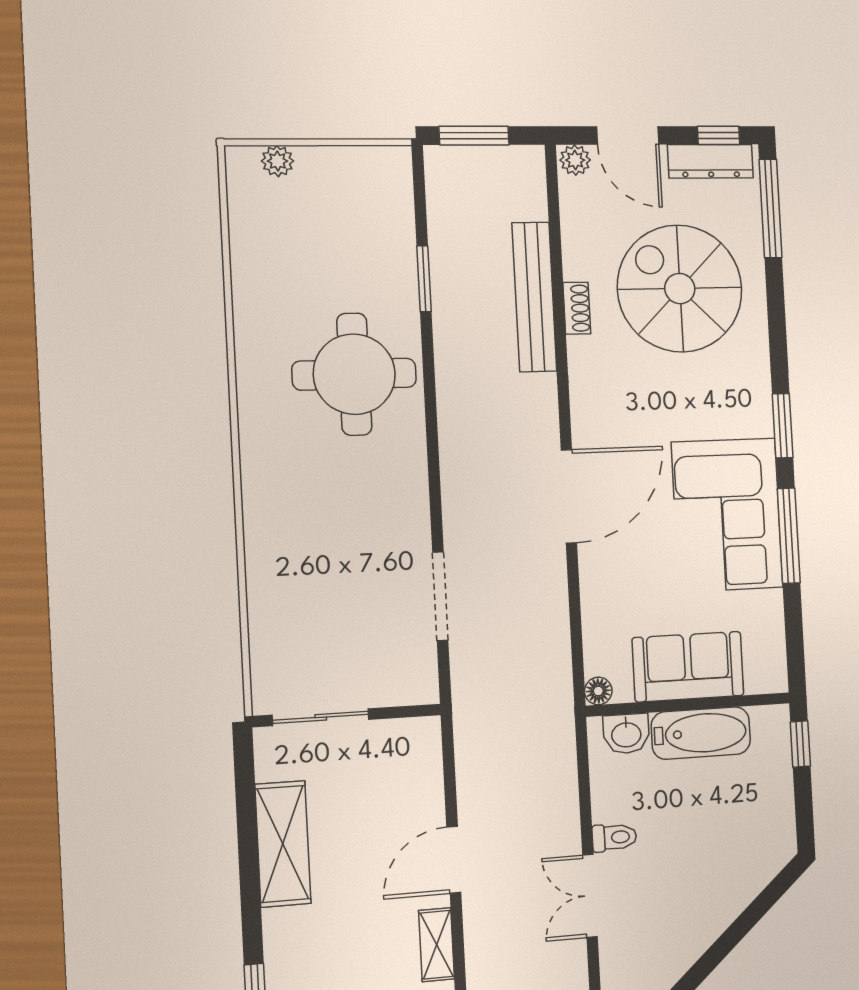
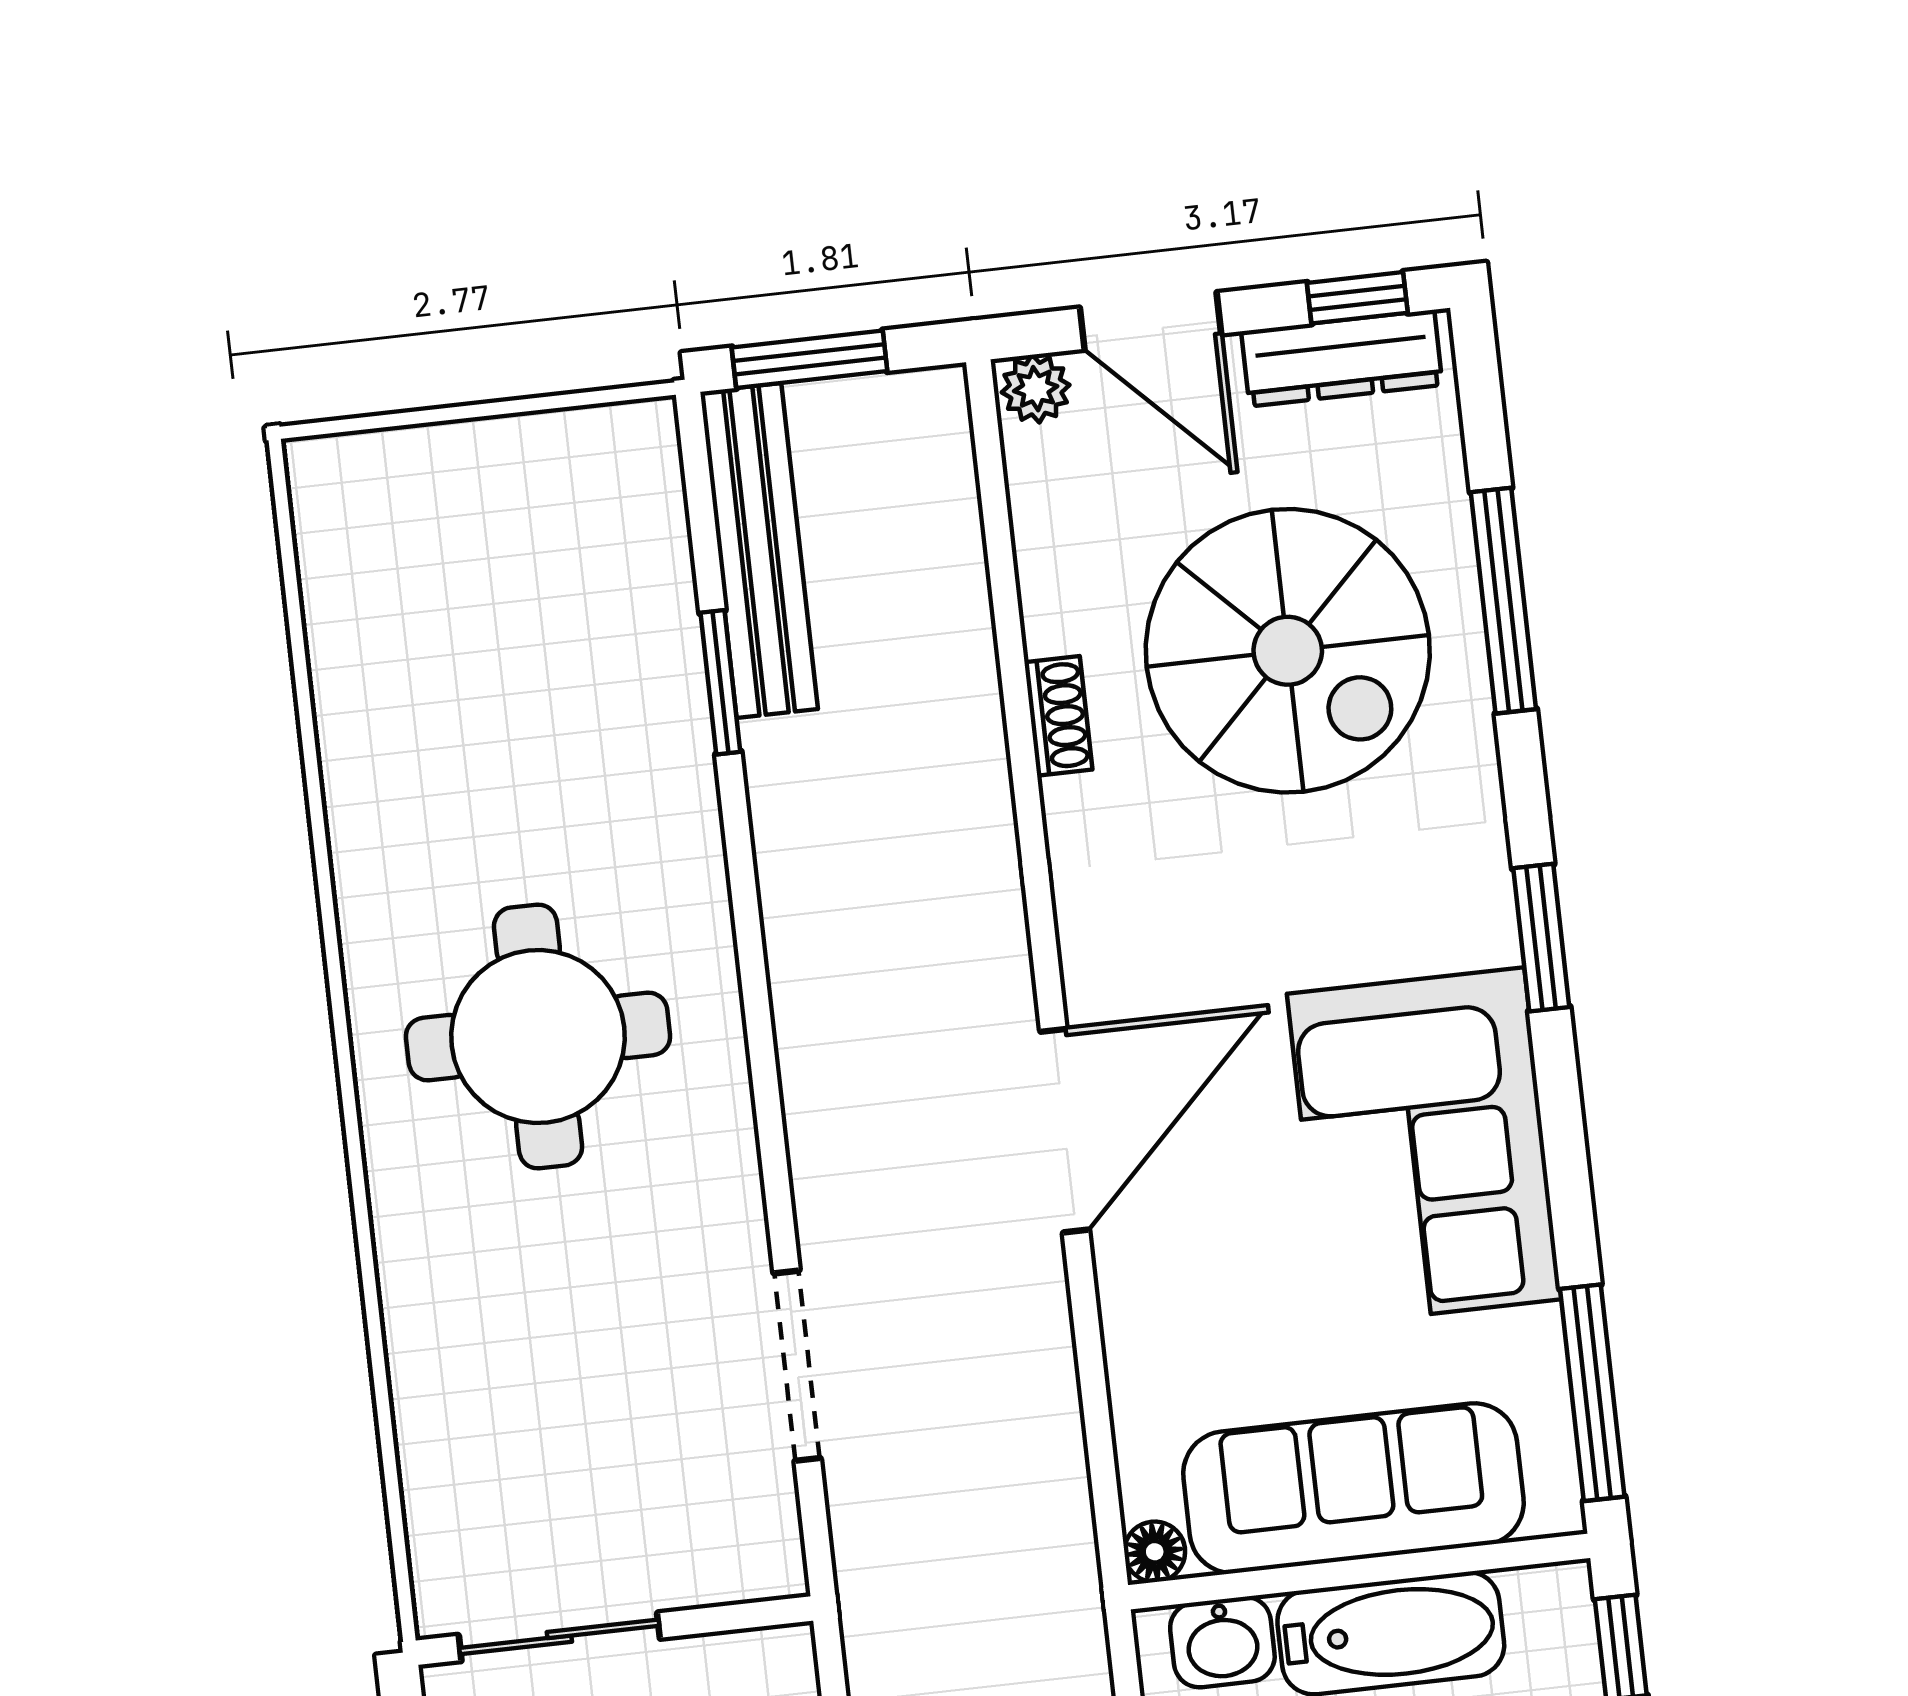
plant: (278, 161) -> (394, 460), removed
window: (770, 208) -> (1503, 601), moved
spiral stairs: (680, 289) -> (1288, 651), turned 180
bench: (534, 297) -> (759, 550), moved
round table: (354, 374) -> (538, 1036), moved
window: (789, 536) -> (1592, 1393), moved
sofa: (688, 667) -> (1353, 1488), width x1.36

